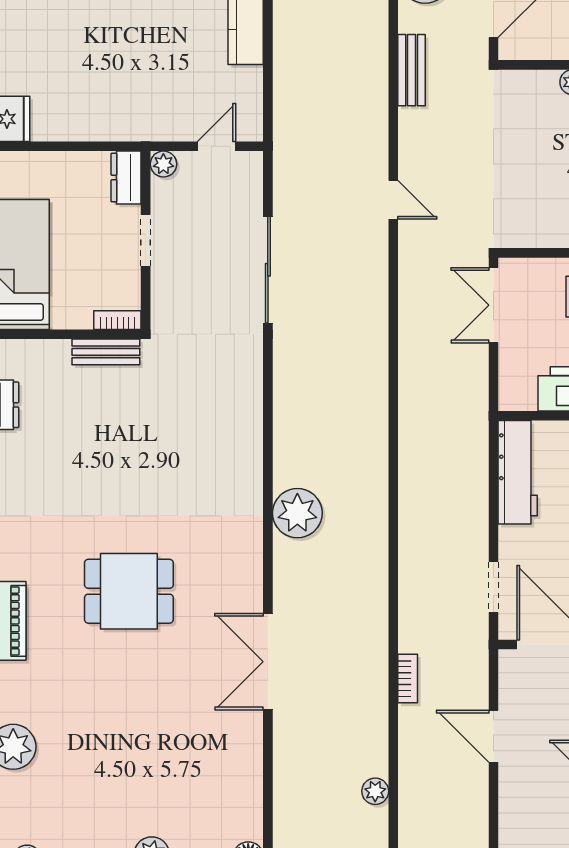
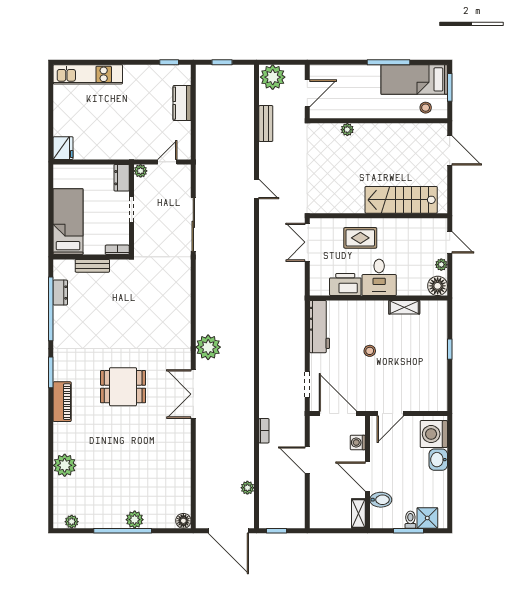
bench: (106, 352) -> (92, 266), moved
double door: (268, 662) -> (193, 394), moved

